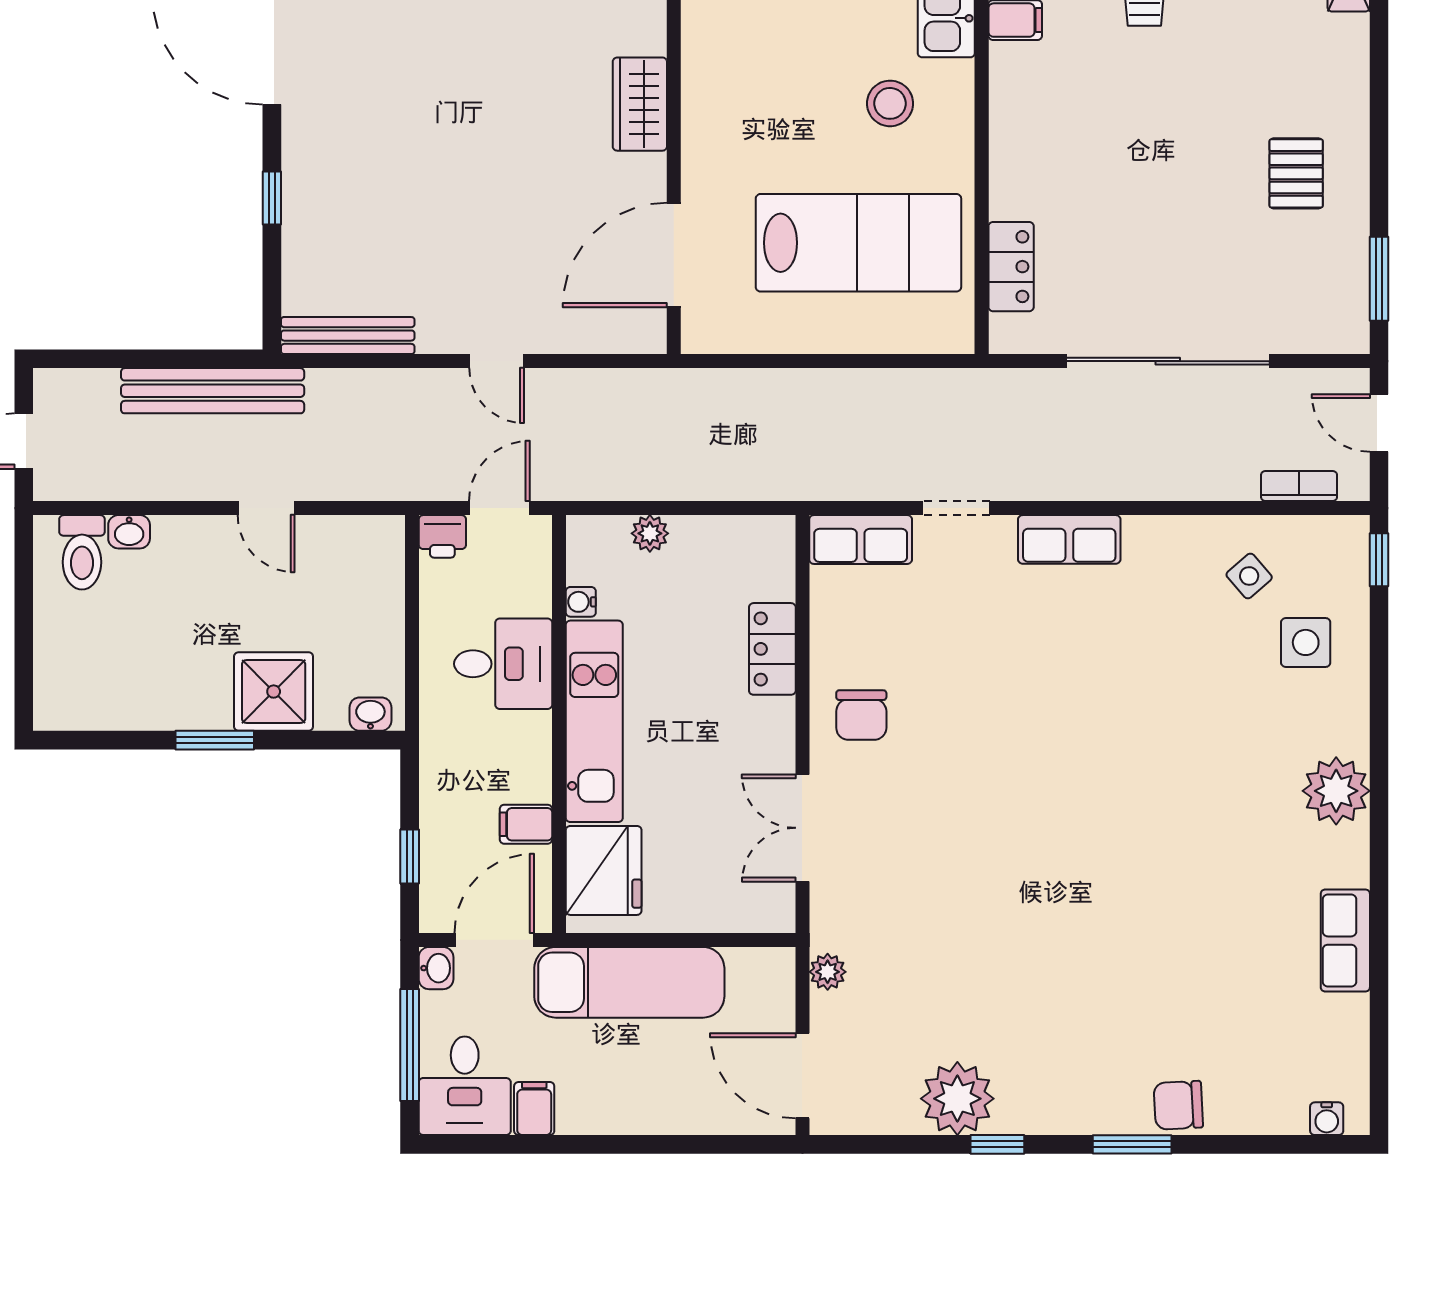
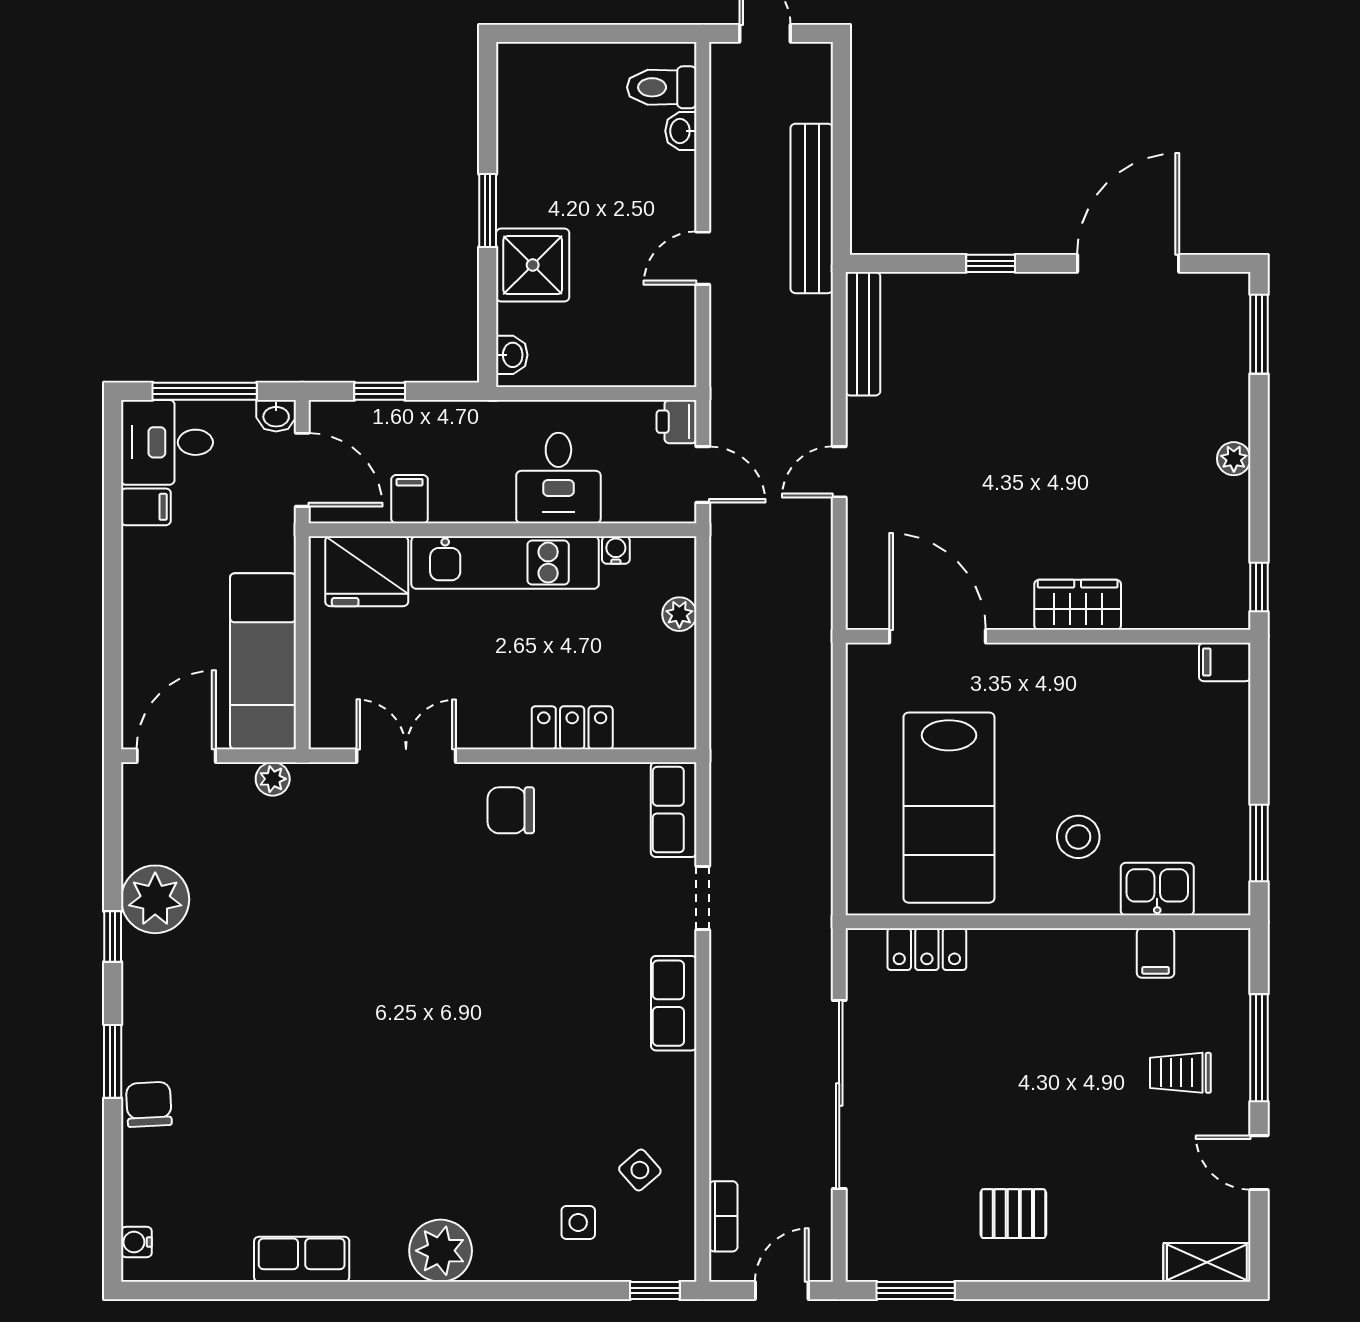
side table: (1306, 642) -> (578, 1222), width x0.73, depth x0.73
exam couch: (629, 982) -> (263, 661), moved

